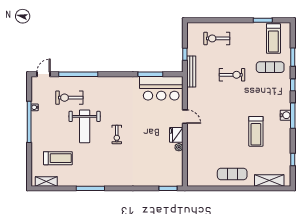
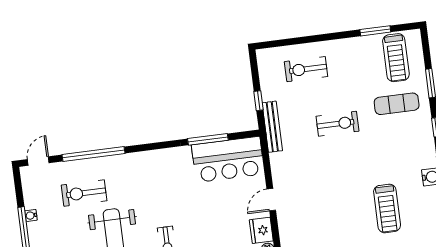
door: (185, 117) -> (271, 200), swing flipped

